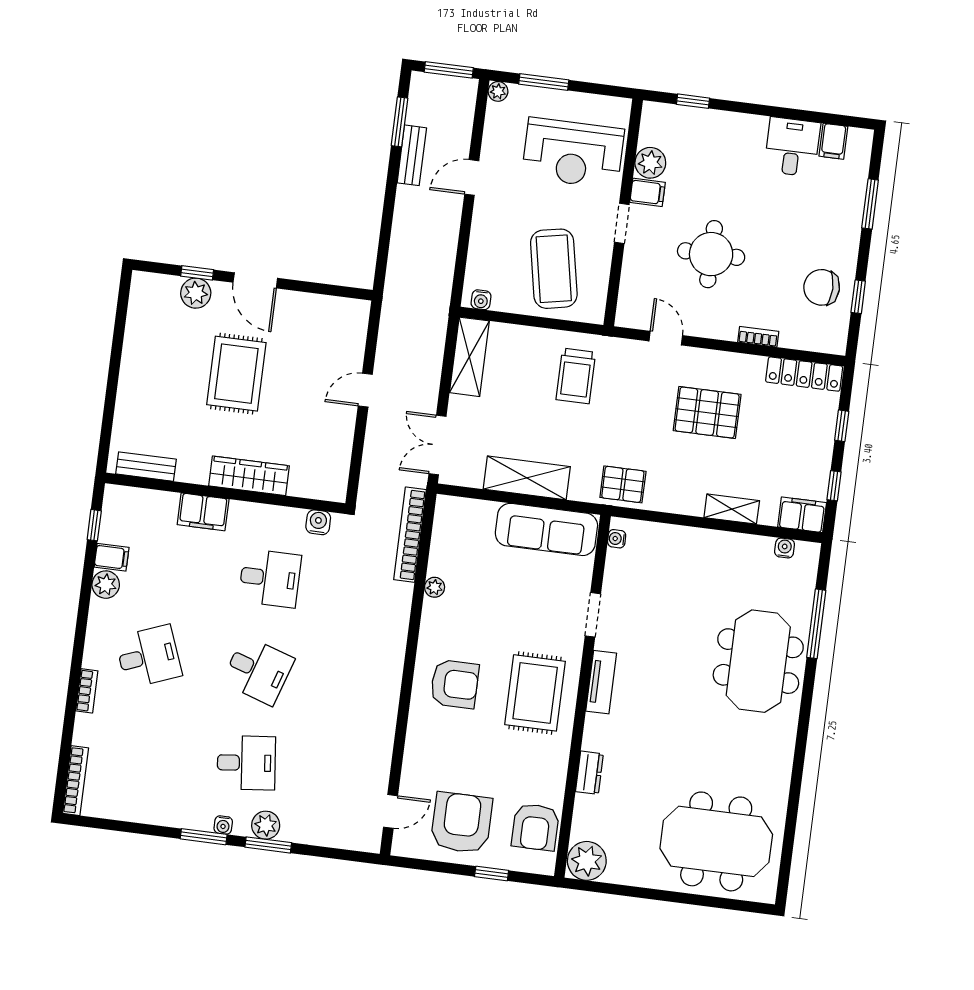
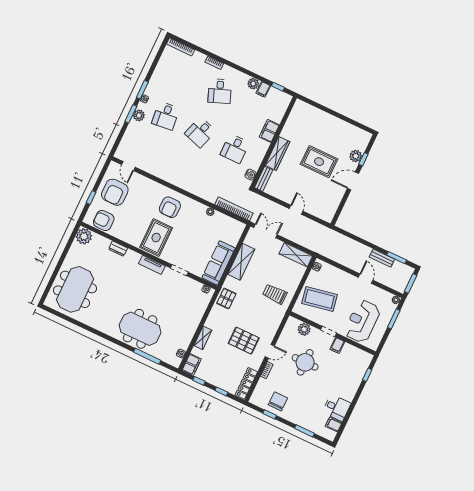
plant: (650, 163) -> (304, 329), moved
door: (666, 338) -> (270, 351), moved
pallet: (707, 413) -> (244, 341), turned 90
bench: (146, 467) -> (264, 179), moved
rug: (535, 693) -> (156, 238), turned 90
armchair: (461, 823) -> (115, 192), turned 90

